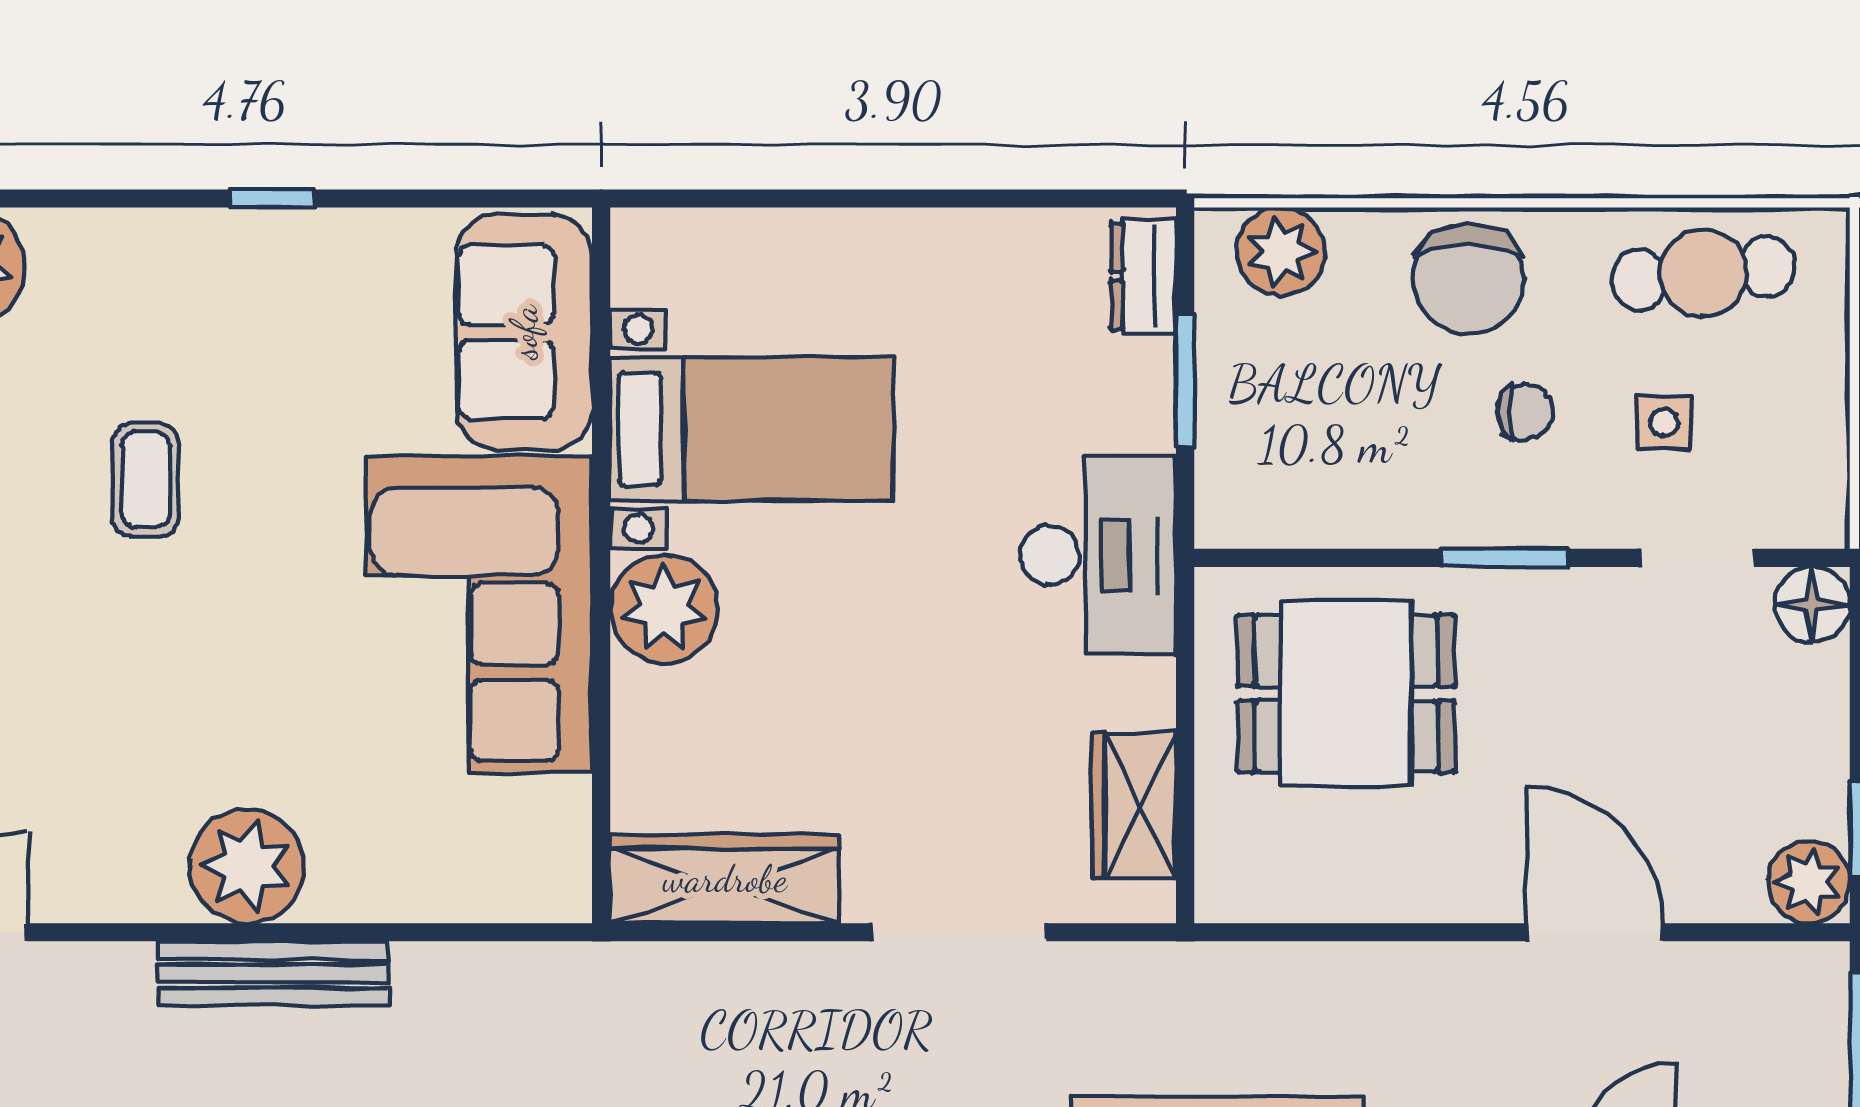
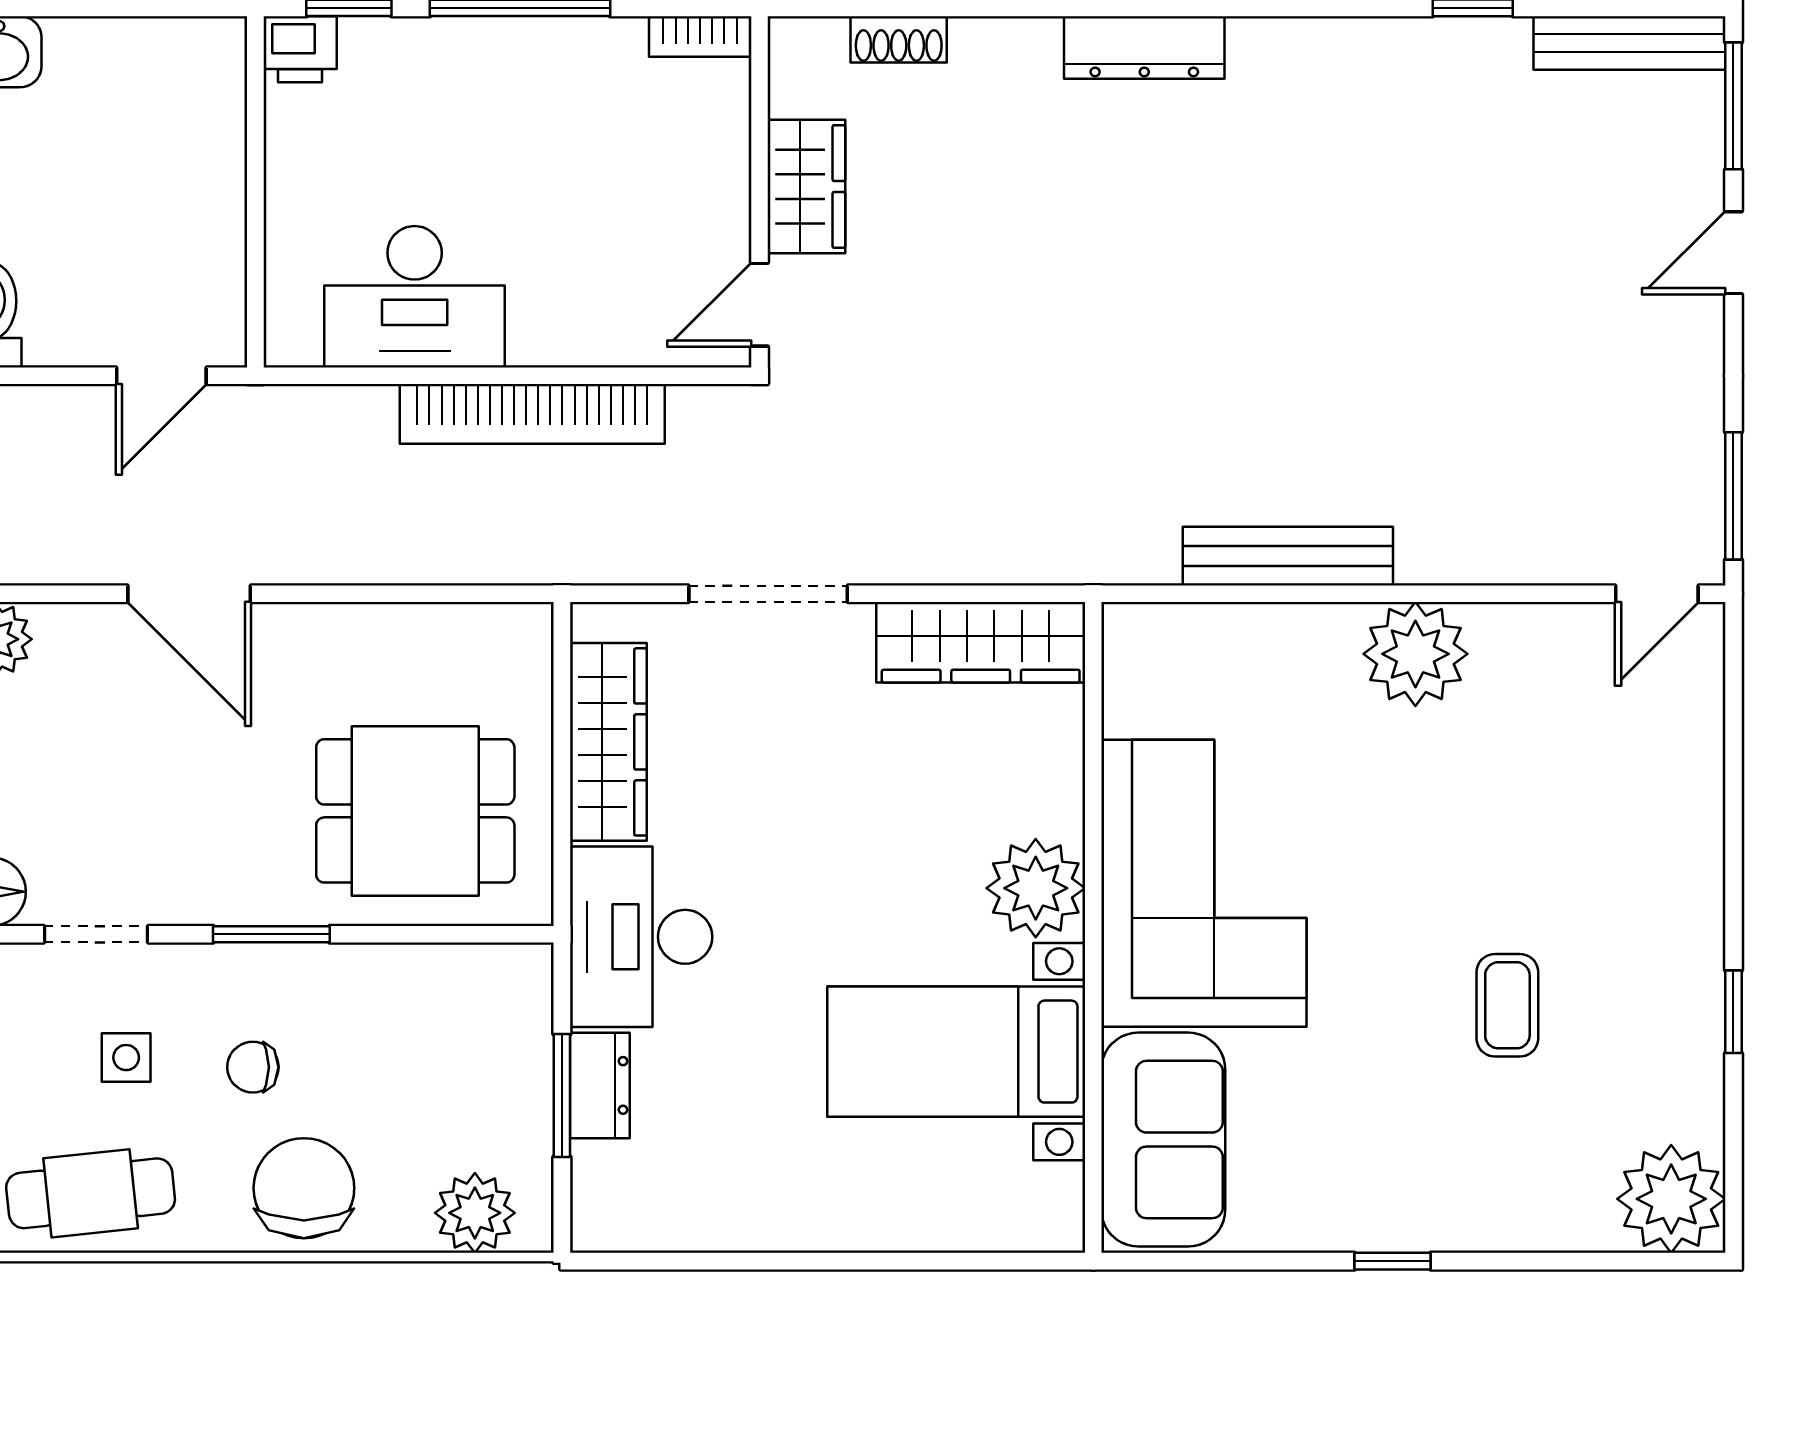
dresser: (1143, 276) -> (600, 1085), moved
wardrobe: (1134, 806) -> (608, 742), width x1.50
bench: (273, 974) -> (1288, 556), moved

